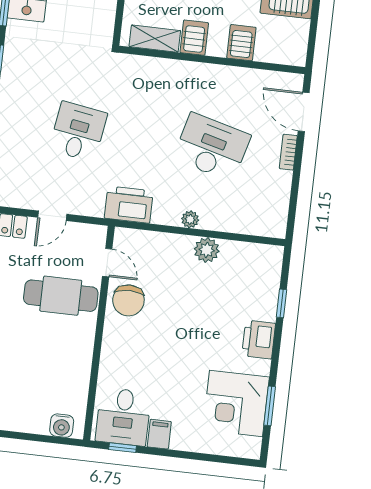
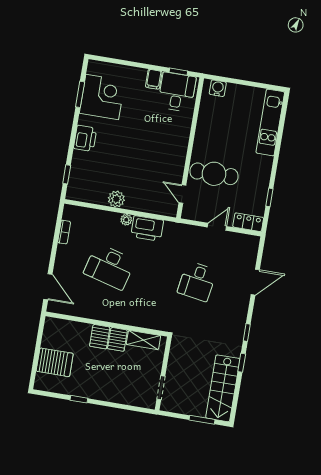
server rack: (241, 43) -> (100, 337), moved
bookcase: (288, 152) -> (64, 232), moved
printer: (129, 205) -> (147, 228), moved
chair: (128, 300) -> (170, 168), removed
window: (281, 303) -> (67, 174), moved

